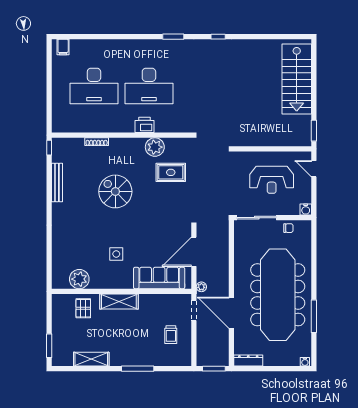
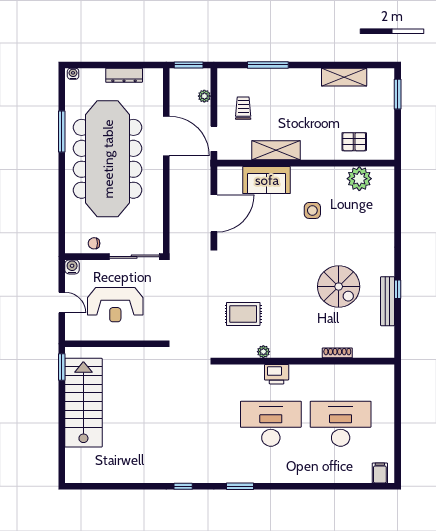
stairs: (297, 79) -> (83, 403), moved
plant: (155, 147) -> (263, 352), width x0.53, depth x0.53
window: (49, 148) -> (398, 289), moved
door: (314, 169) -> (62, 303), moved
reception desk: (272, 180) -> (115, 305), turned 180
spiral stairs: (115, 191) -> (339, 287), moved
sofa: (159, 278) -> (267, 180), width x0.73
plant: (201, 287) -> (204, 96), moved
shelving: (119, 301) -> (276, 150), moved
pallet: (83, 308) -> (354, 142), turned 90
dresser: (248, 361) -> (124, 75), moved
window: (138, 369) -> (268, 65), moved

